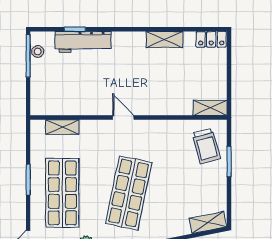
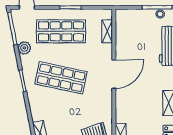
door: (123, 118) -> (114, 74), width x1.88

